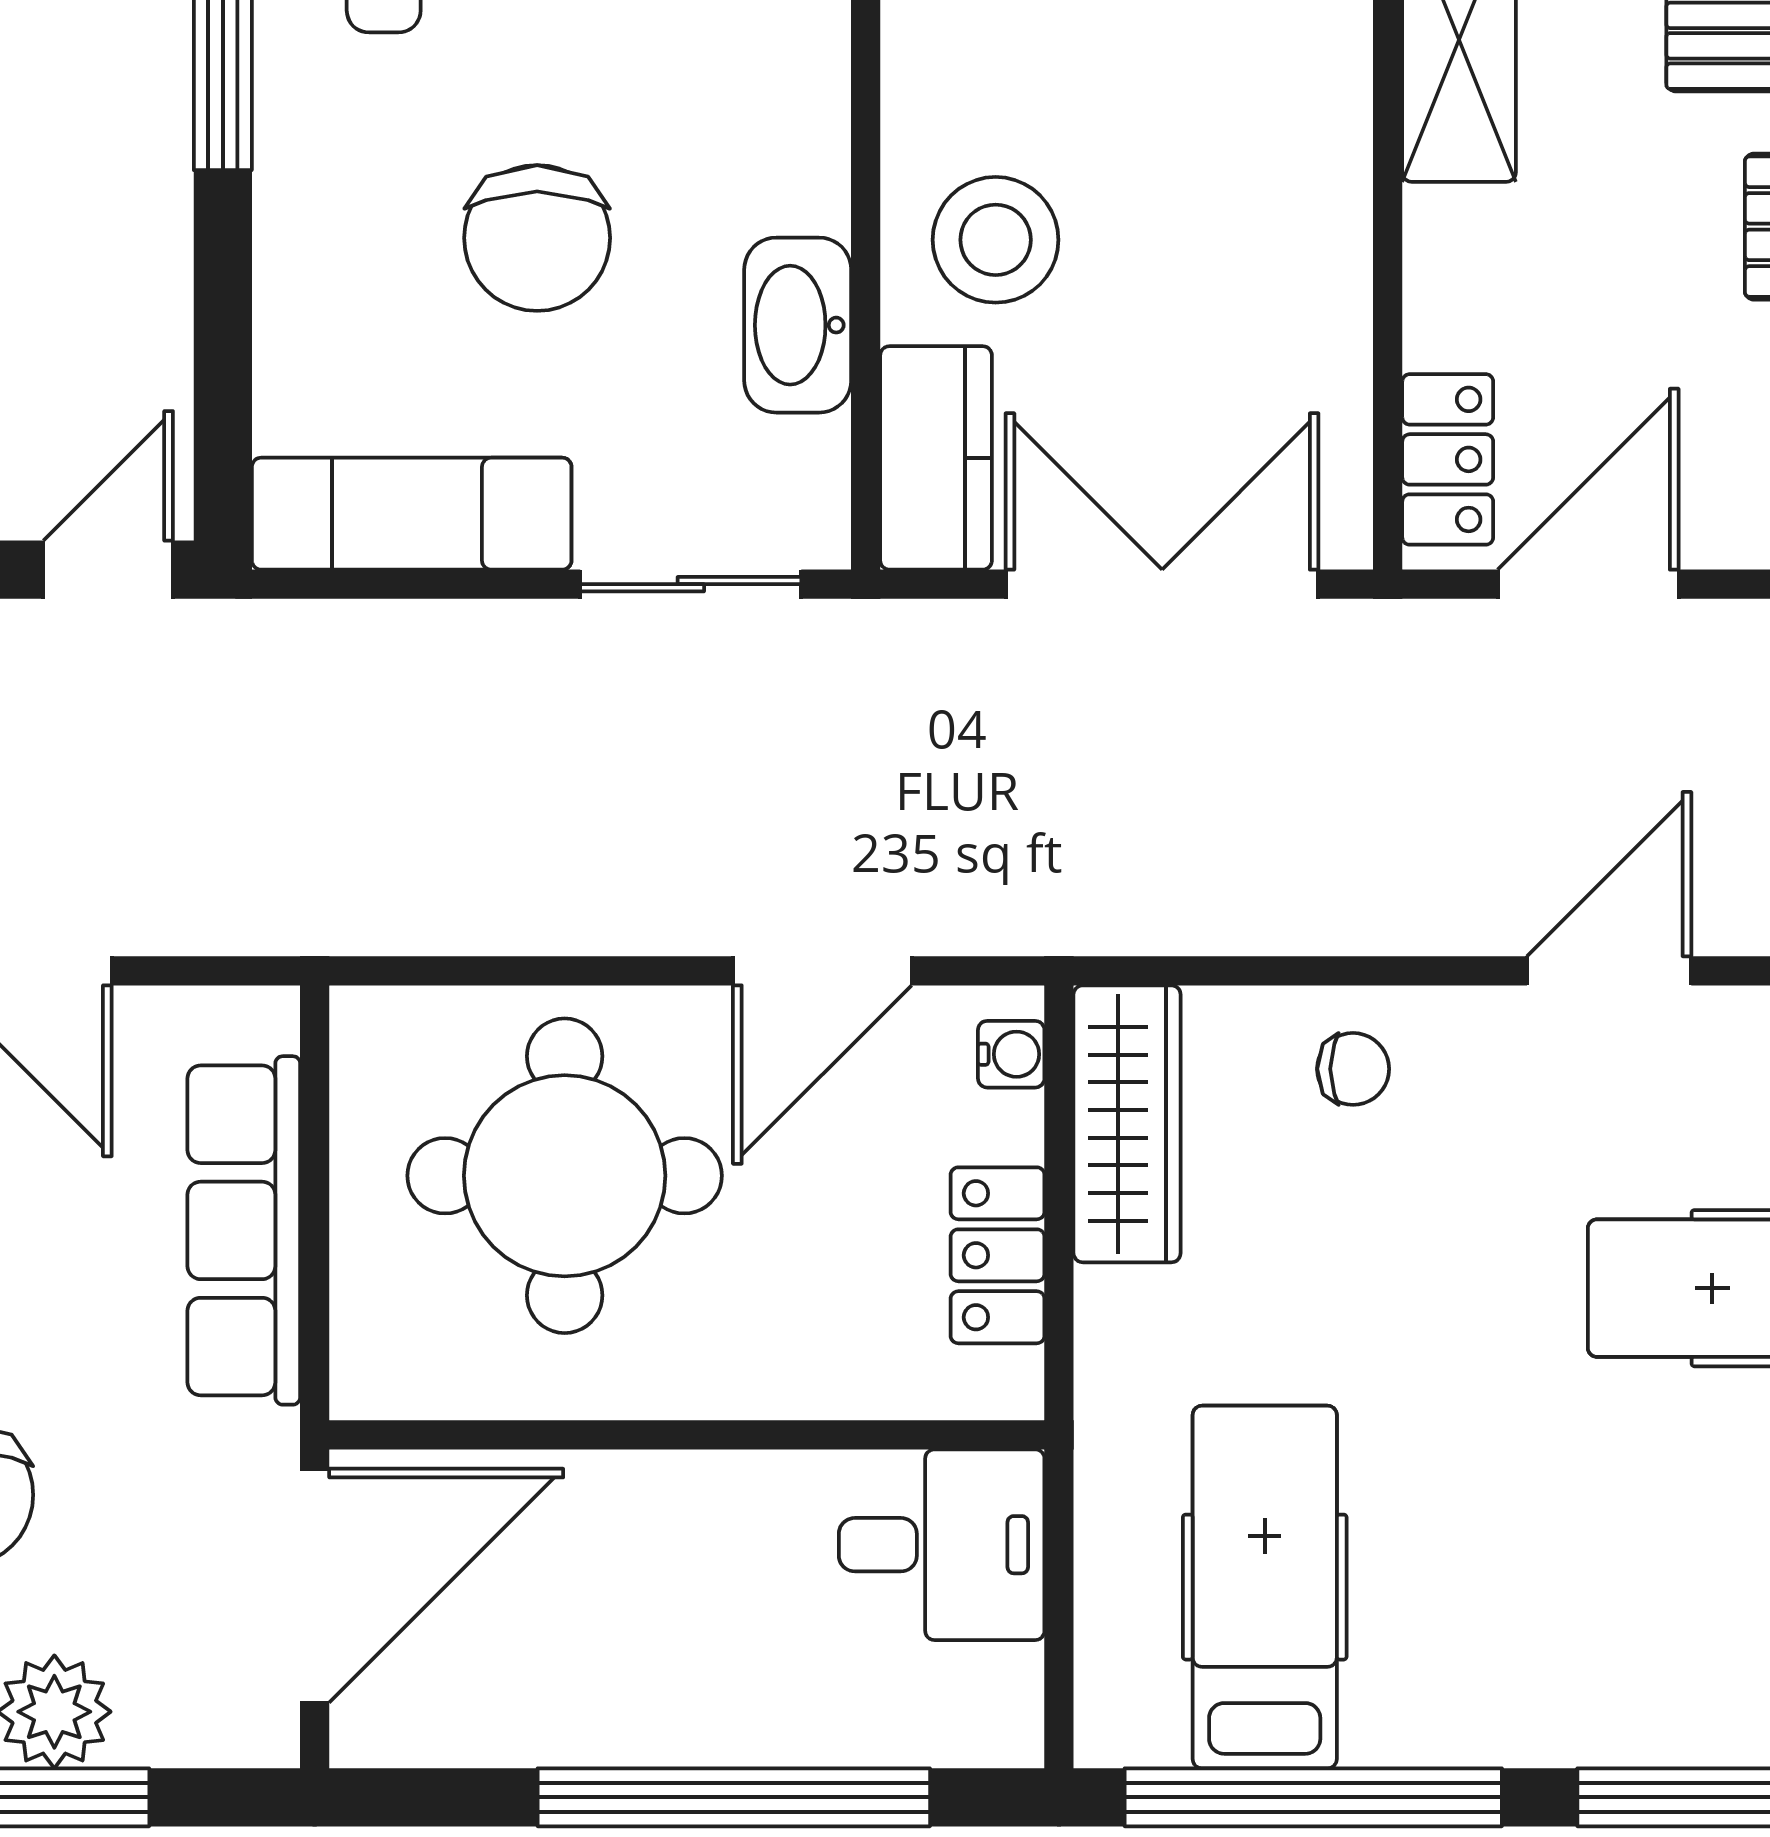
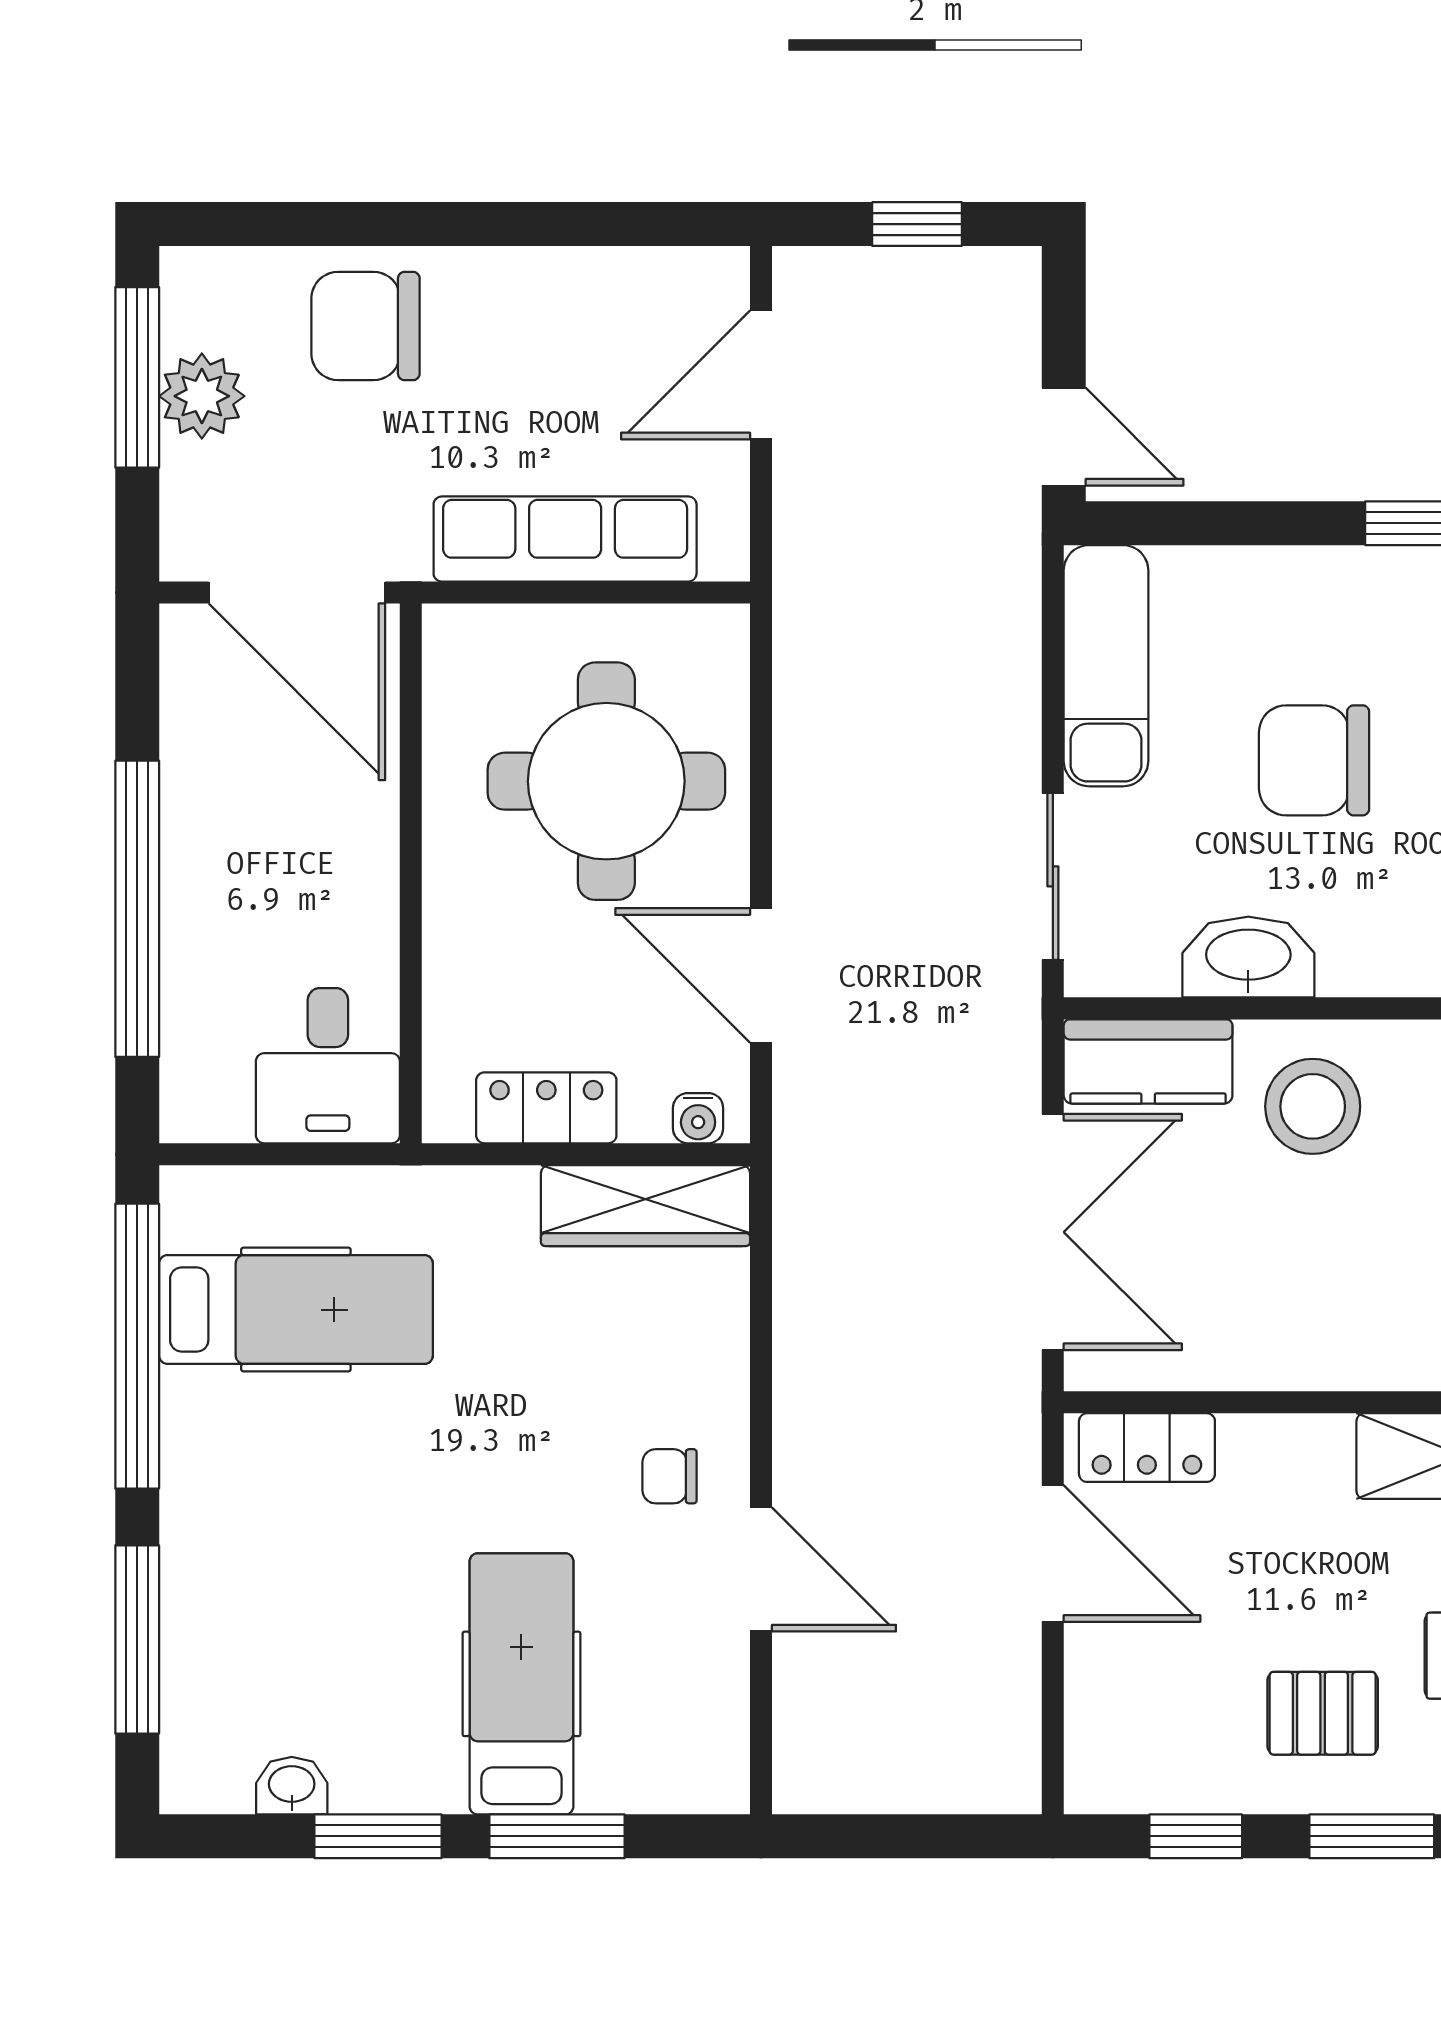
chair: (1353, 1069) -> (669, 1476), moved, turned 90

